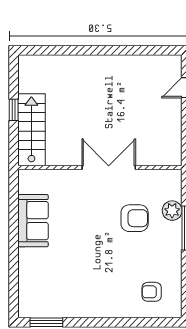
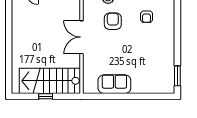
stairs: (31, 130) -> (50, 81), width x1.36, depth x1.51
armchair: (152, 292) -> (147, 17), moved

